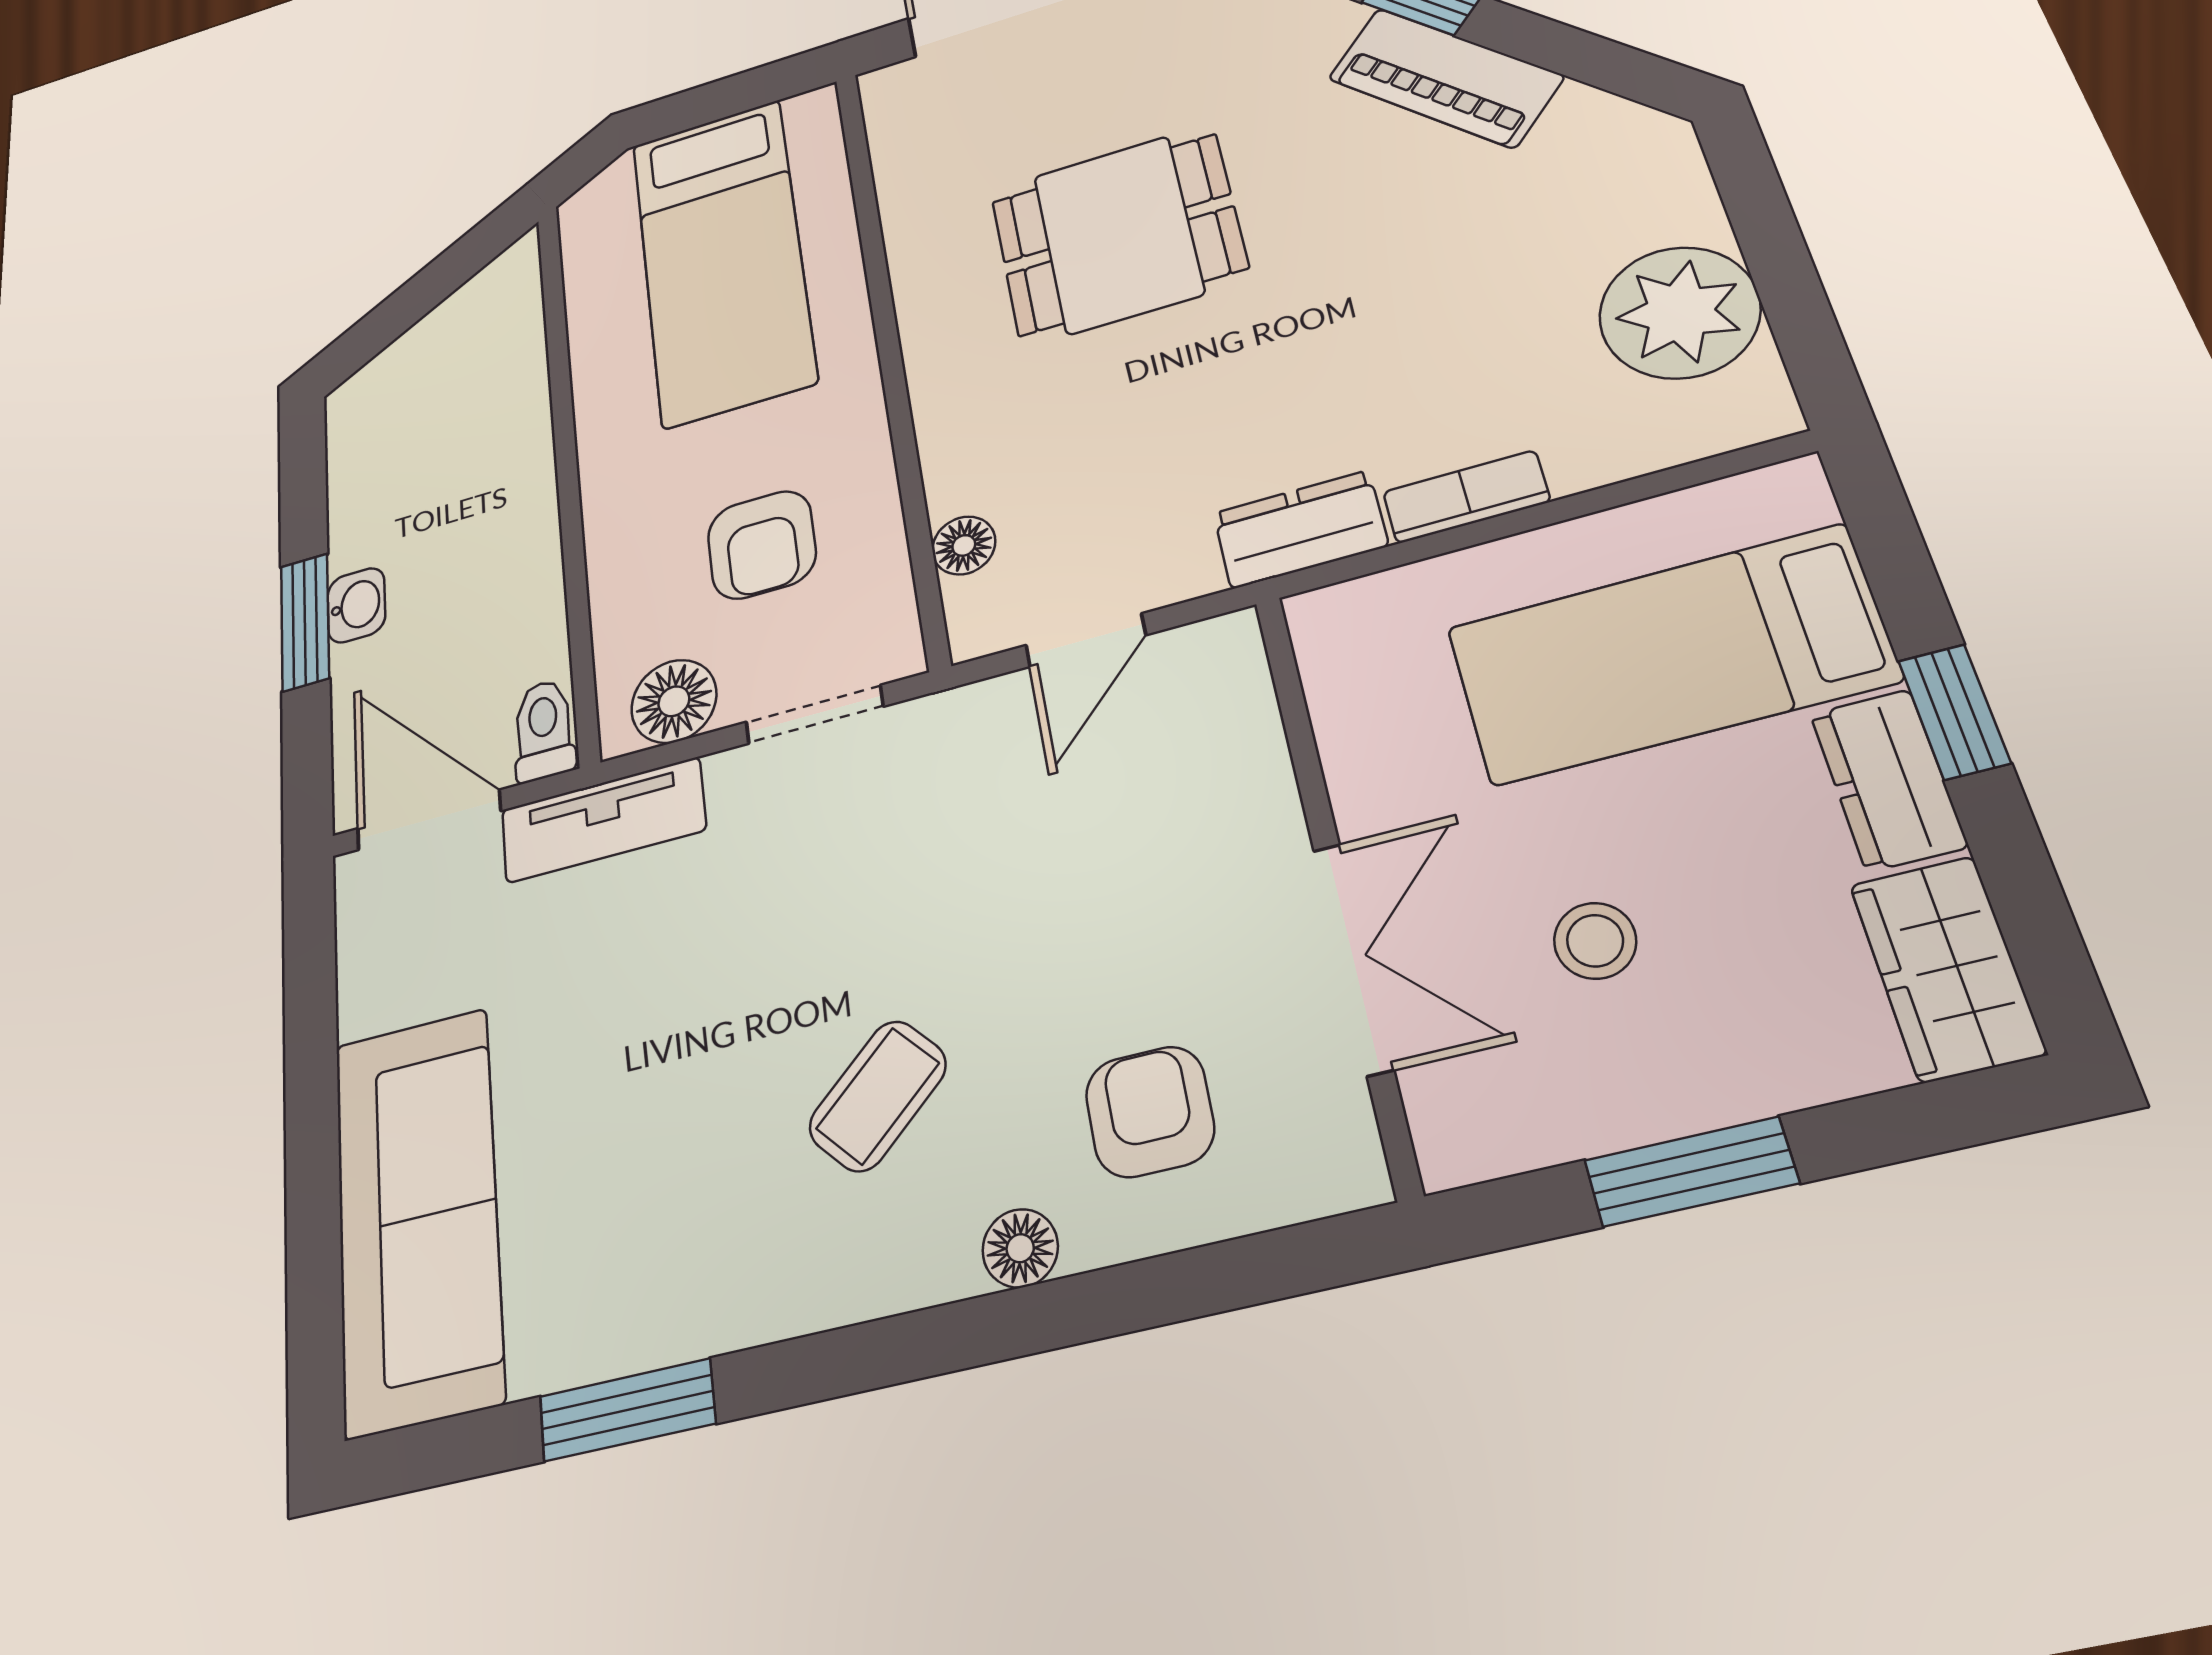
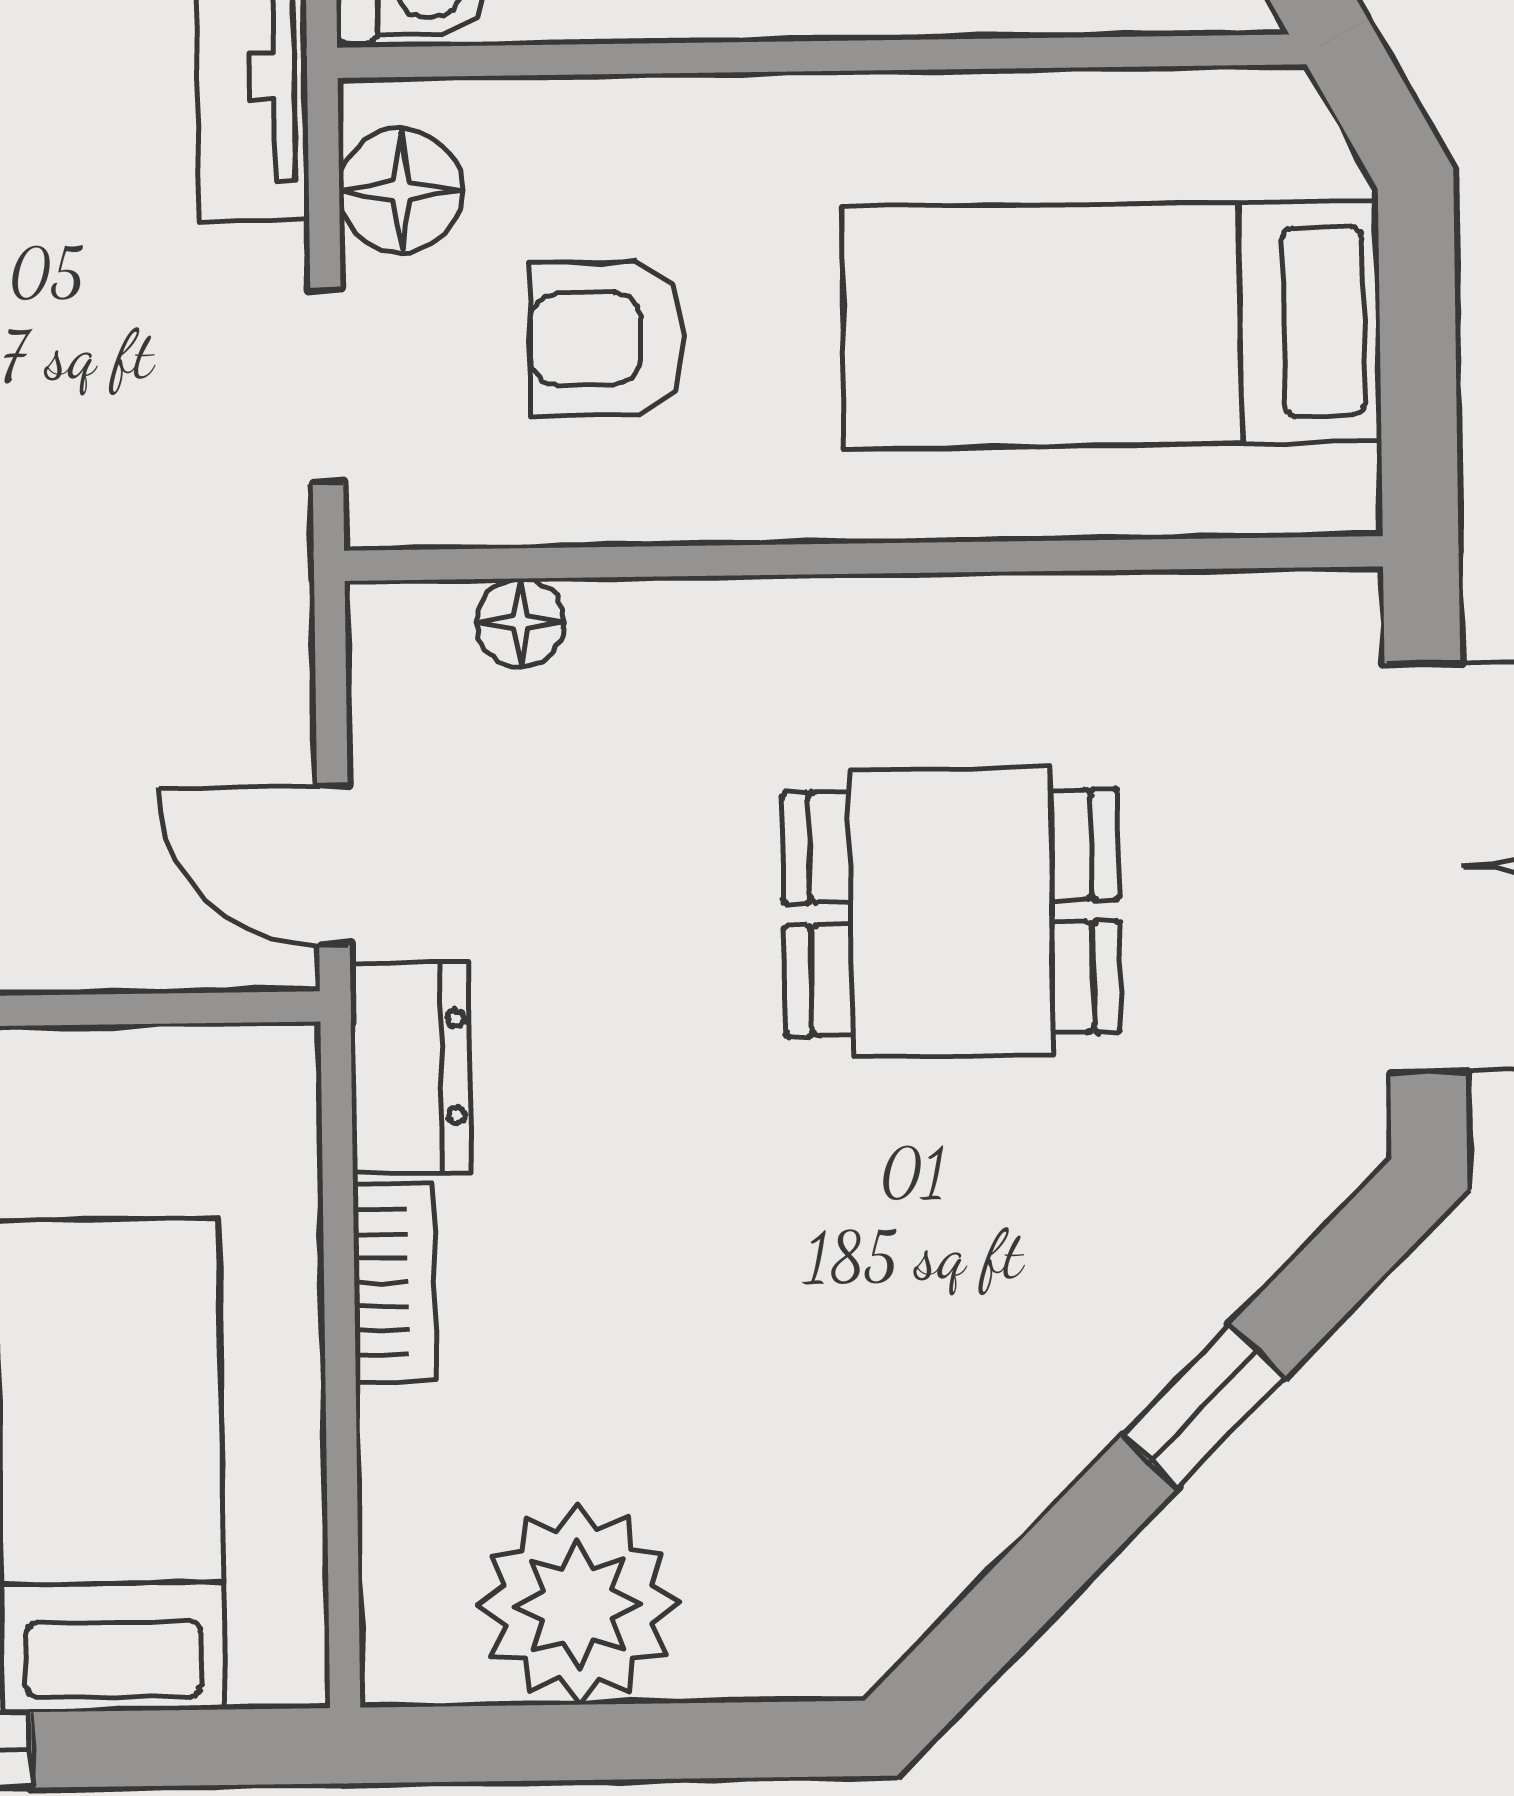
piano: (1445, 77) -> (1055, 1407), removed
dining table: (1118, 234) -> (951, 912), turned 90
door: (1086, 640) -> (333, 866), moved

